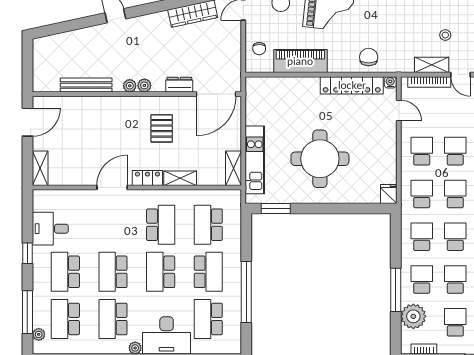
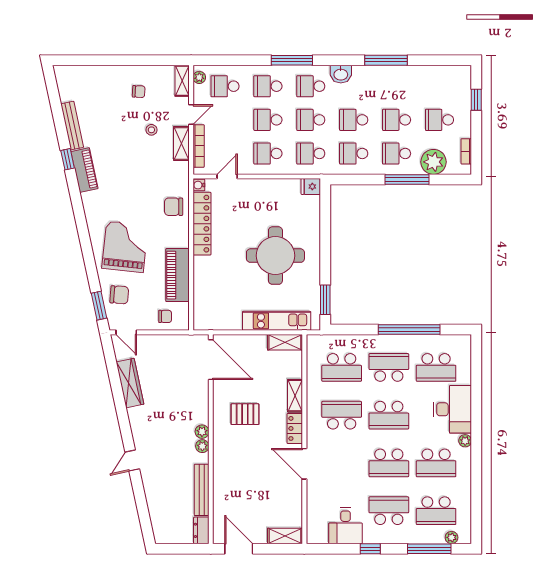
dresser: (179, 85) -> (201, 530), moved
school desk: (65, 272) -> (389, 511), turned 180

